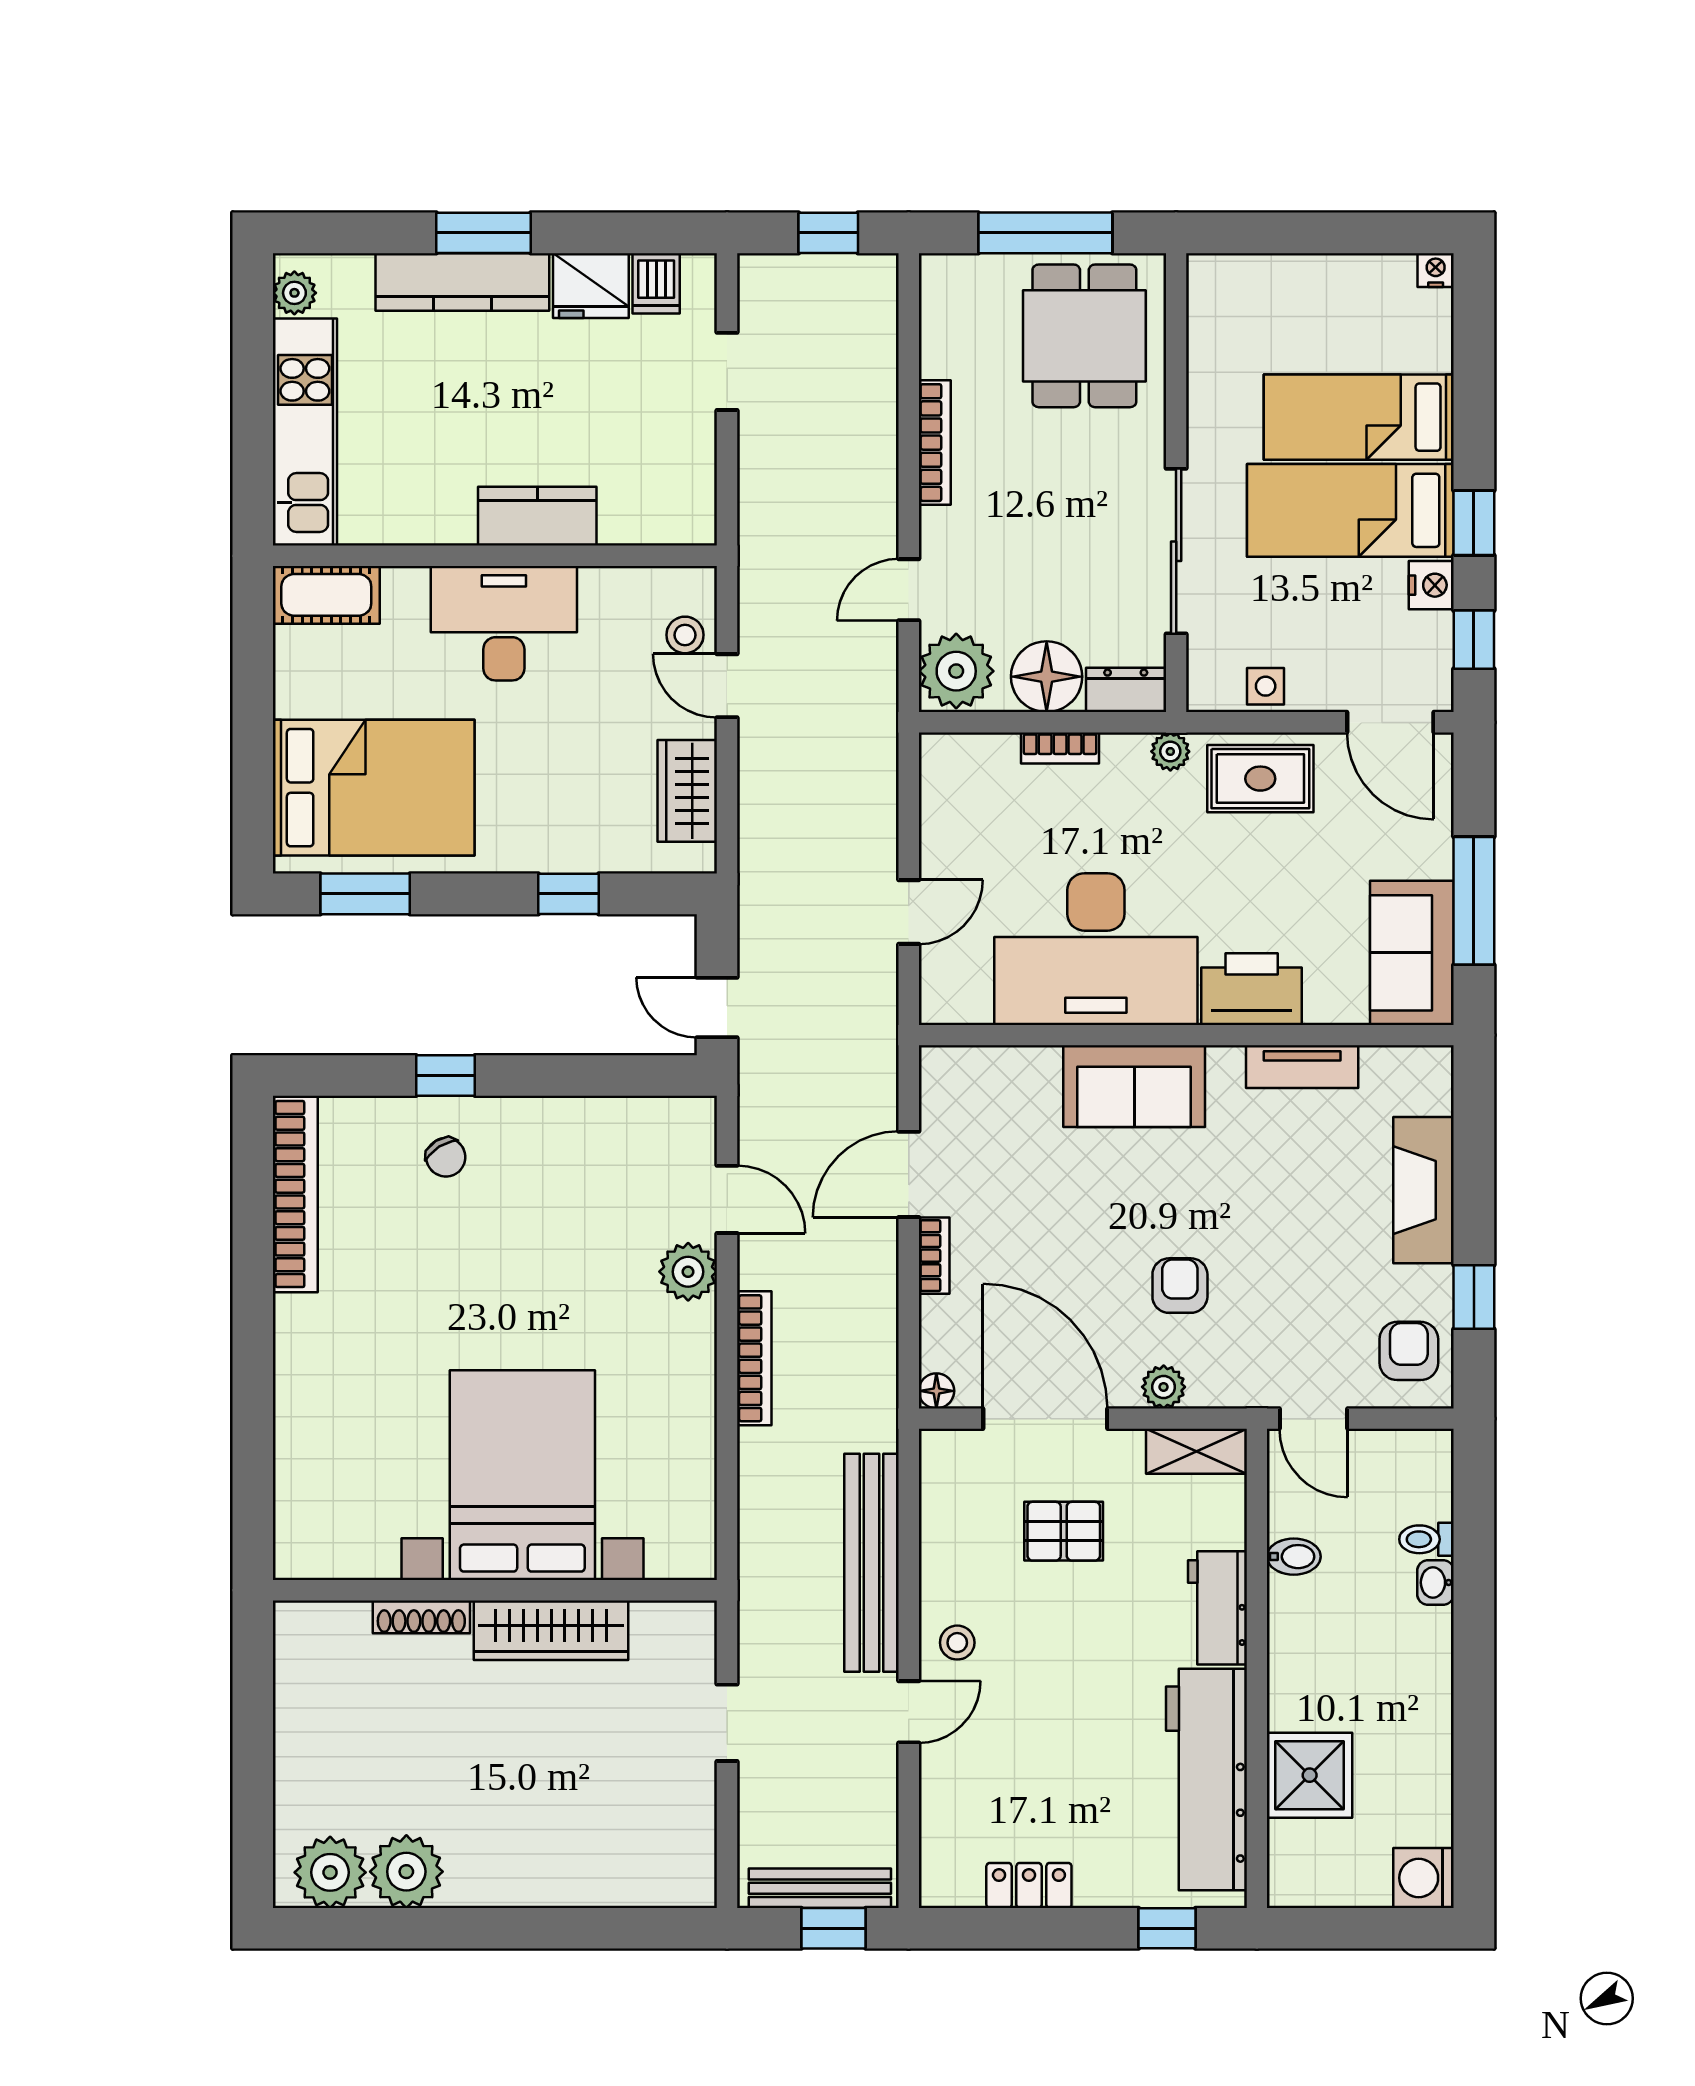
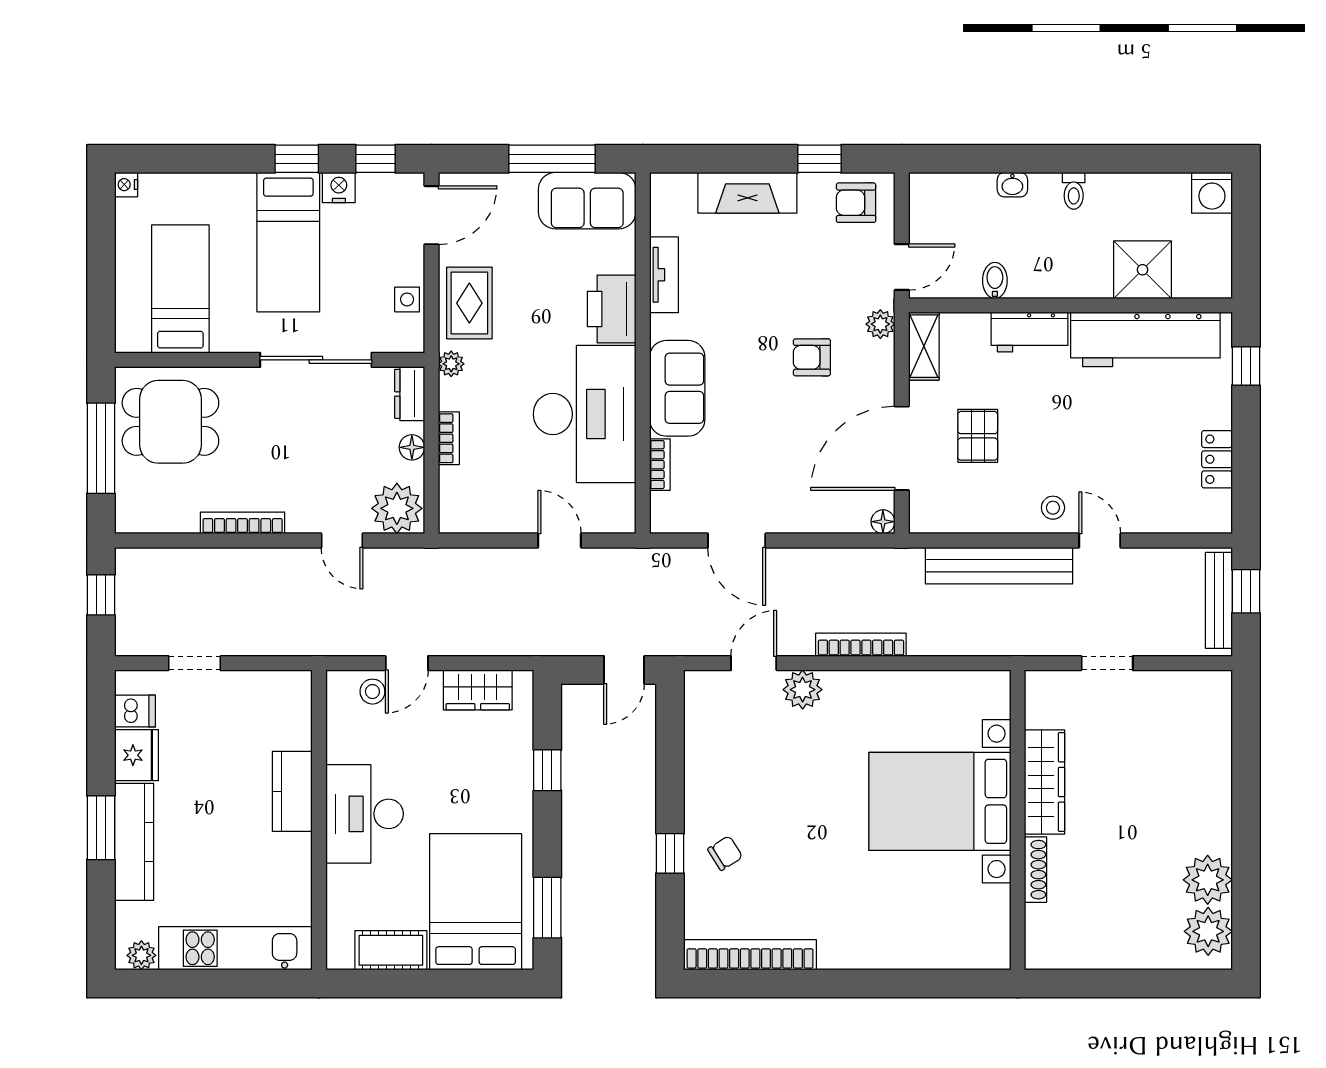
bed: (1359, 417) -> (180, 289), moved, turned 180
cot: (326, 595) -> (391, 950), moved, turned 90
floor lamp: (1047, 677) -> (412, 447), width x0.53, depth x0.53
bookcase: (934, 1256) -> (660, 465), moved, turned 90
plant: (1164, 1387) -> (880, 324), moved
toilet: (1426, 1539) -> (1074, 191), moved

